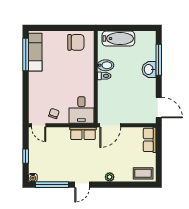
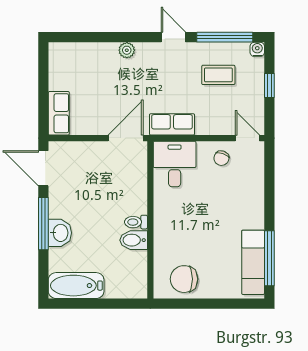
bathtub: (118, 39) -> (76, 286), moved
window: (159, 60) -> (43, 224), moved
coffee table: (143, 173) -> (218, 75), moved
door: (82, 185) -> (173, 37), hinge flipped

